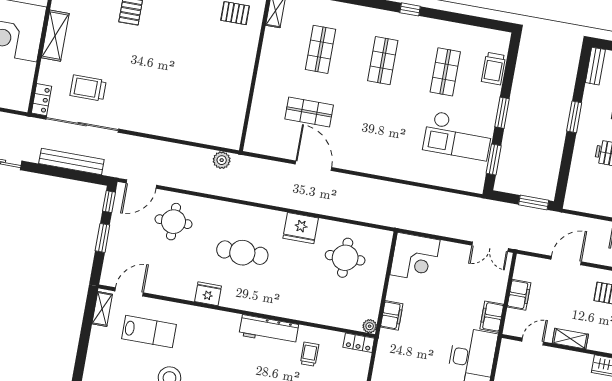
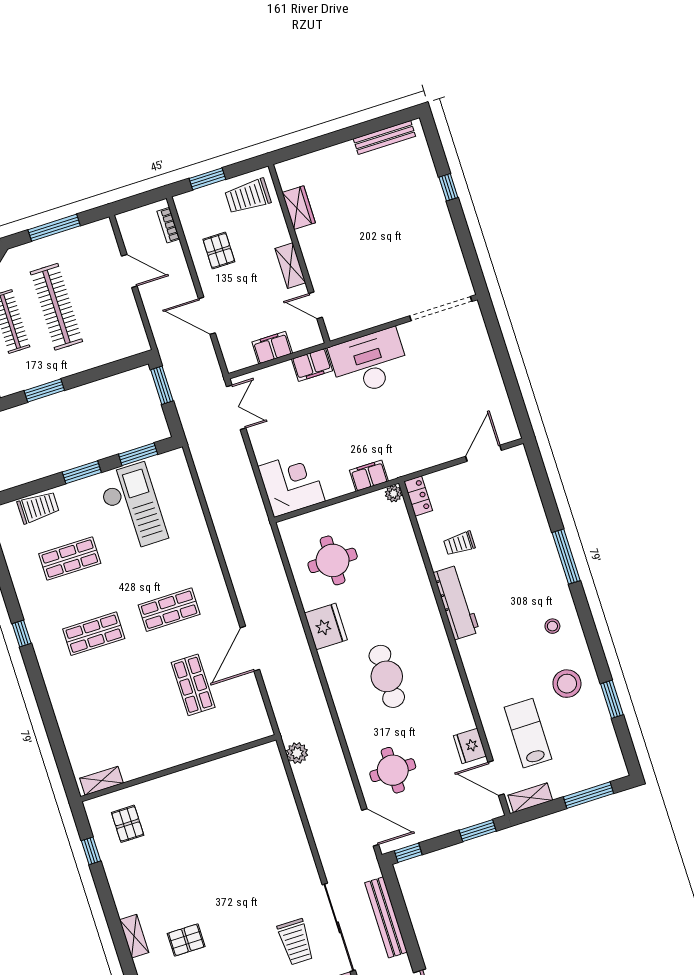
shop shelf: (320, 49) -> (169, 610), moved
window: (102, 238) -> (478, 831), moved
fridge: (208, 294) -> (470, 746), moved
window: (82, 351) -> (588, 795), added

